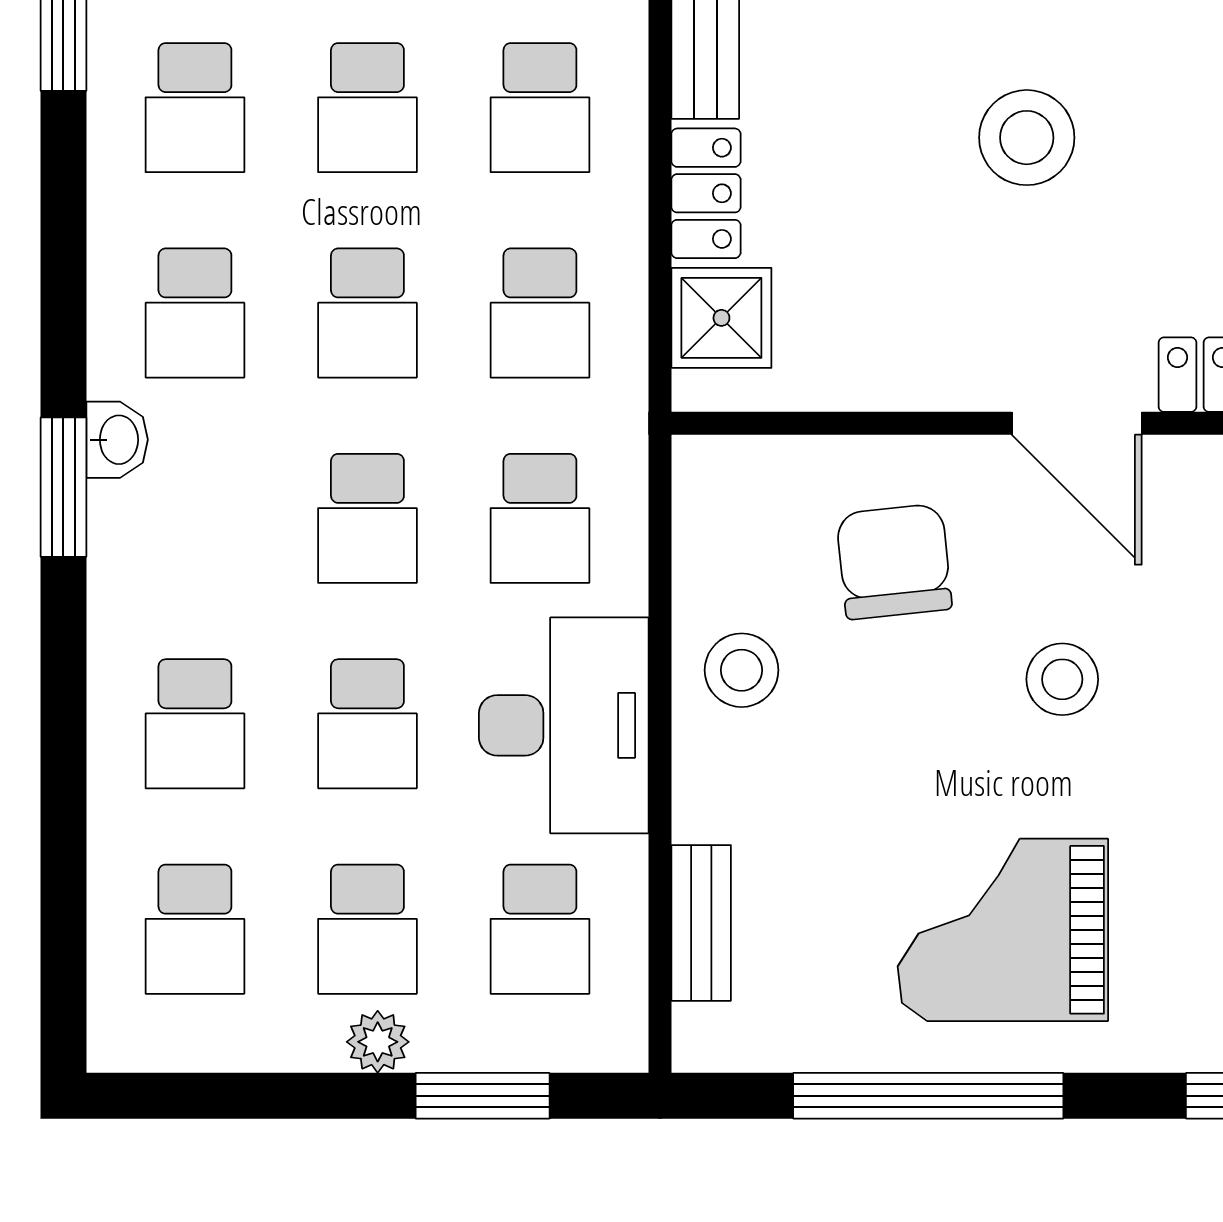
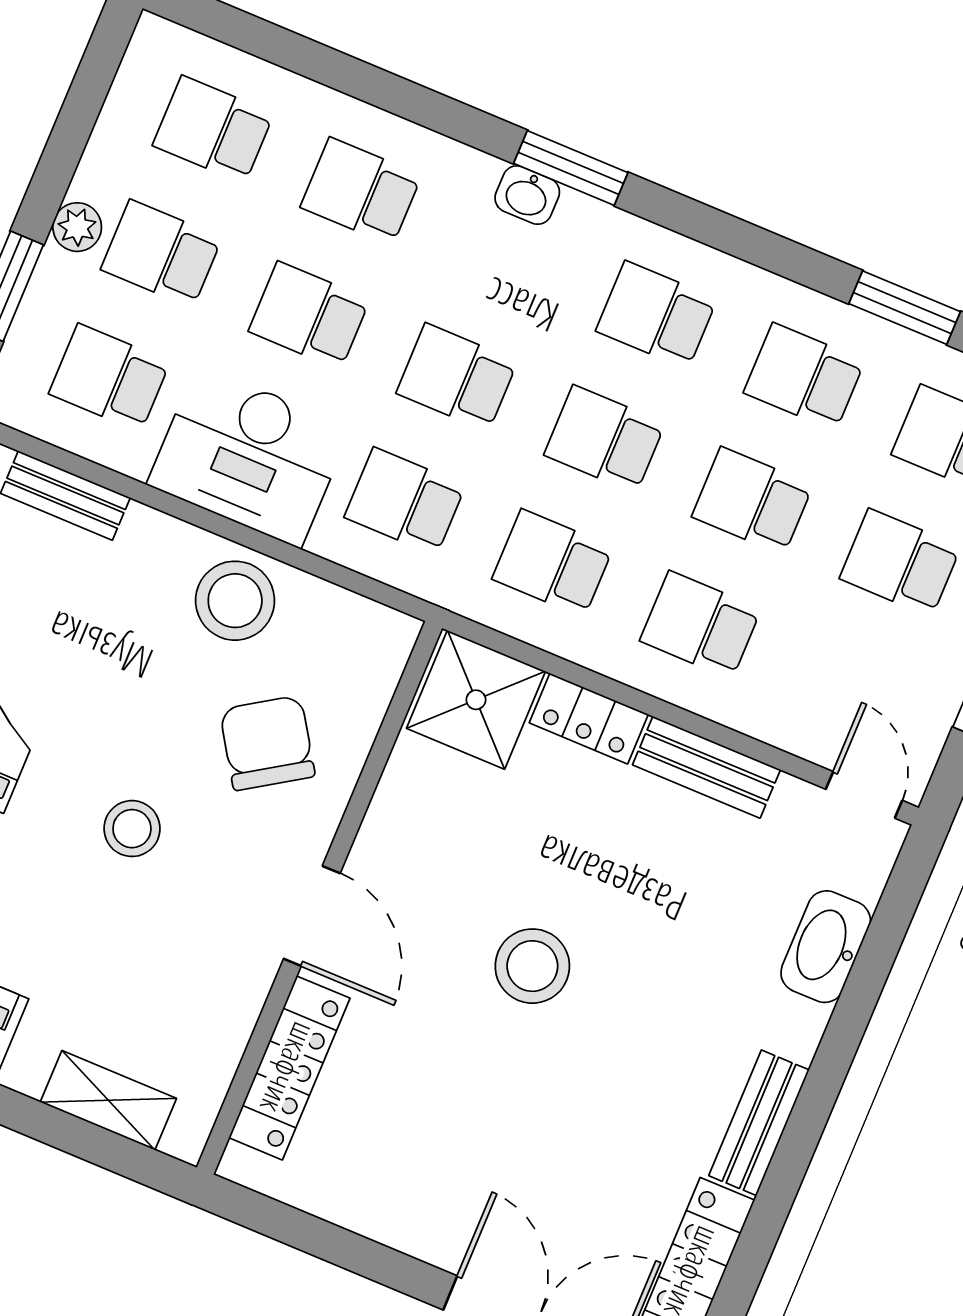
shower: (721, 318) -> (476, 700), width x1.36, depth x1.36
door: (1077, 423) -> (312, 916), swing flipped
washbasin: (117, 440) -> (527, 195), moved
chair: (894, 562) -> (267, 743), turned -117
stool: (742, 670) -> (235, 601), width x1.38, depth x1.38

